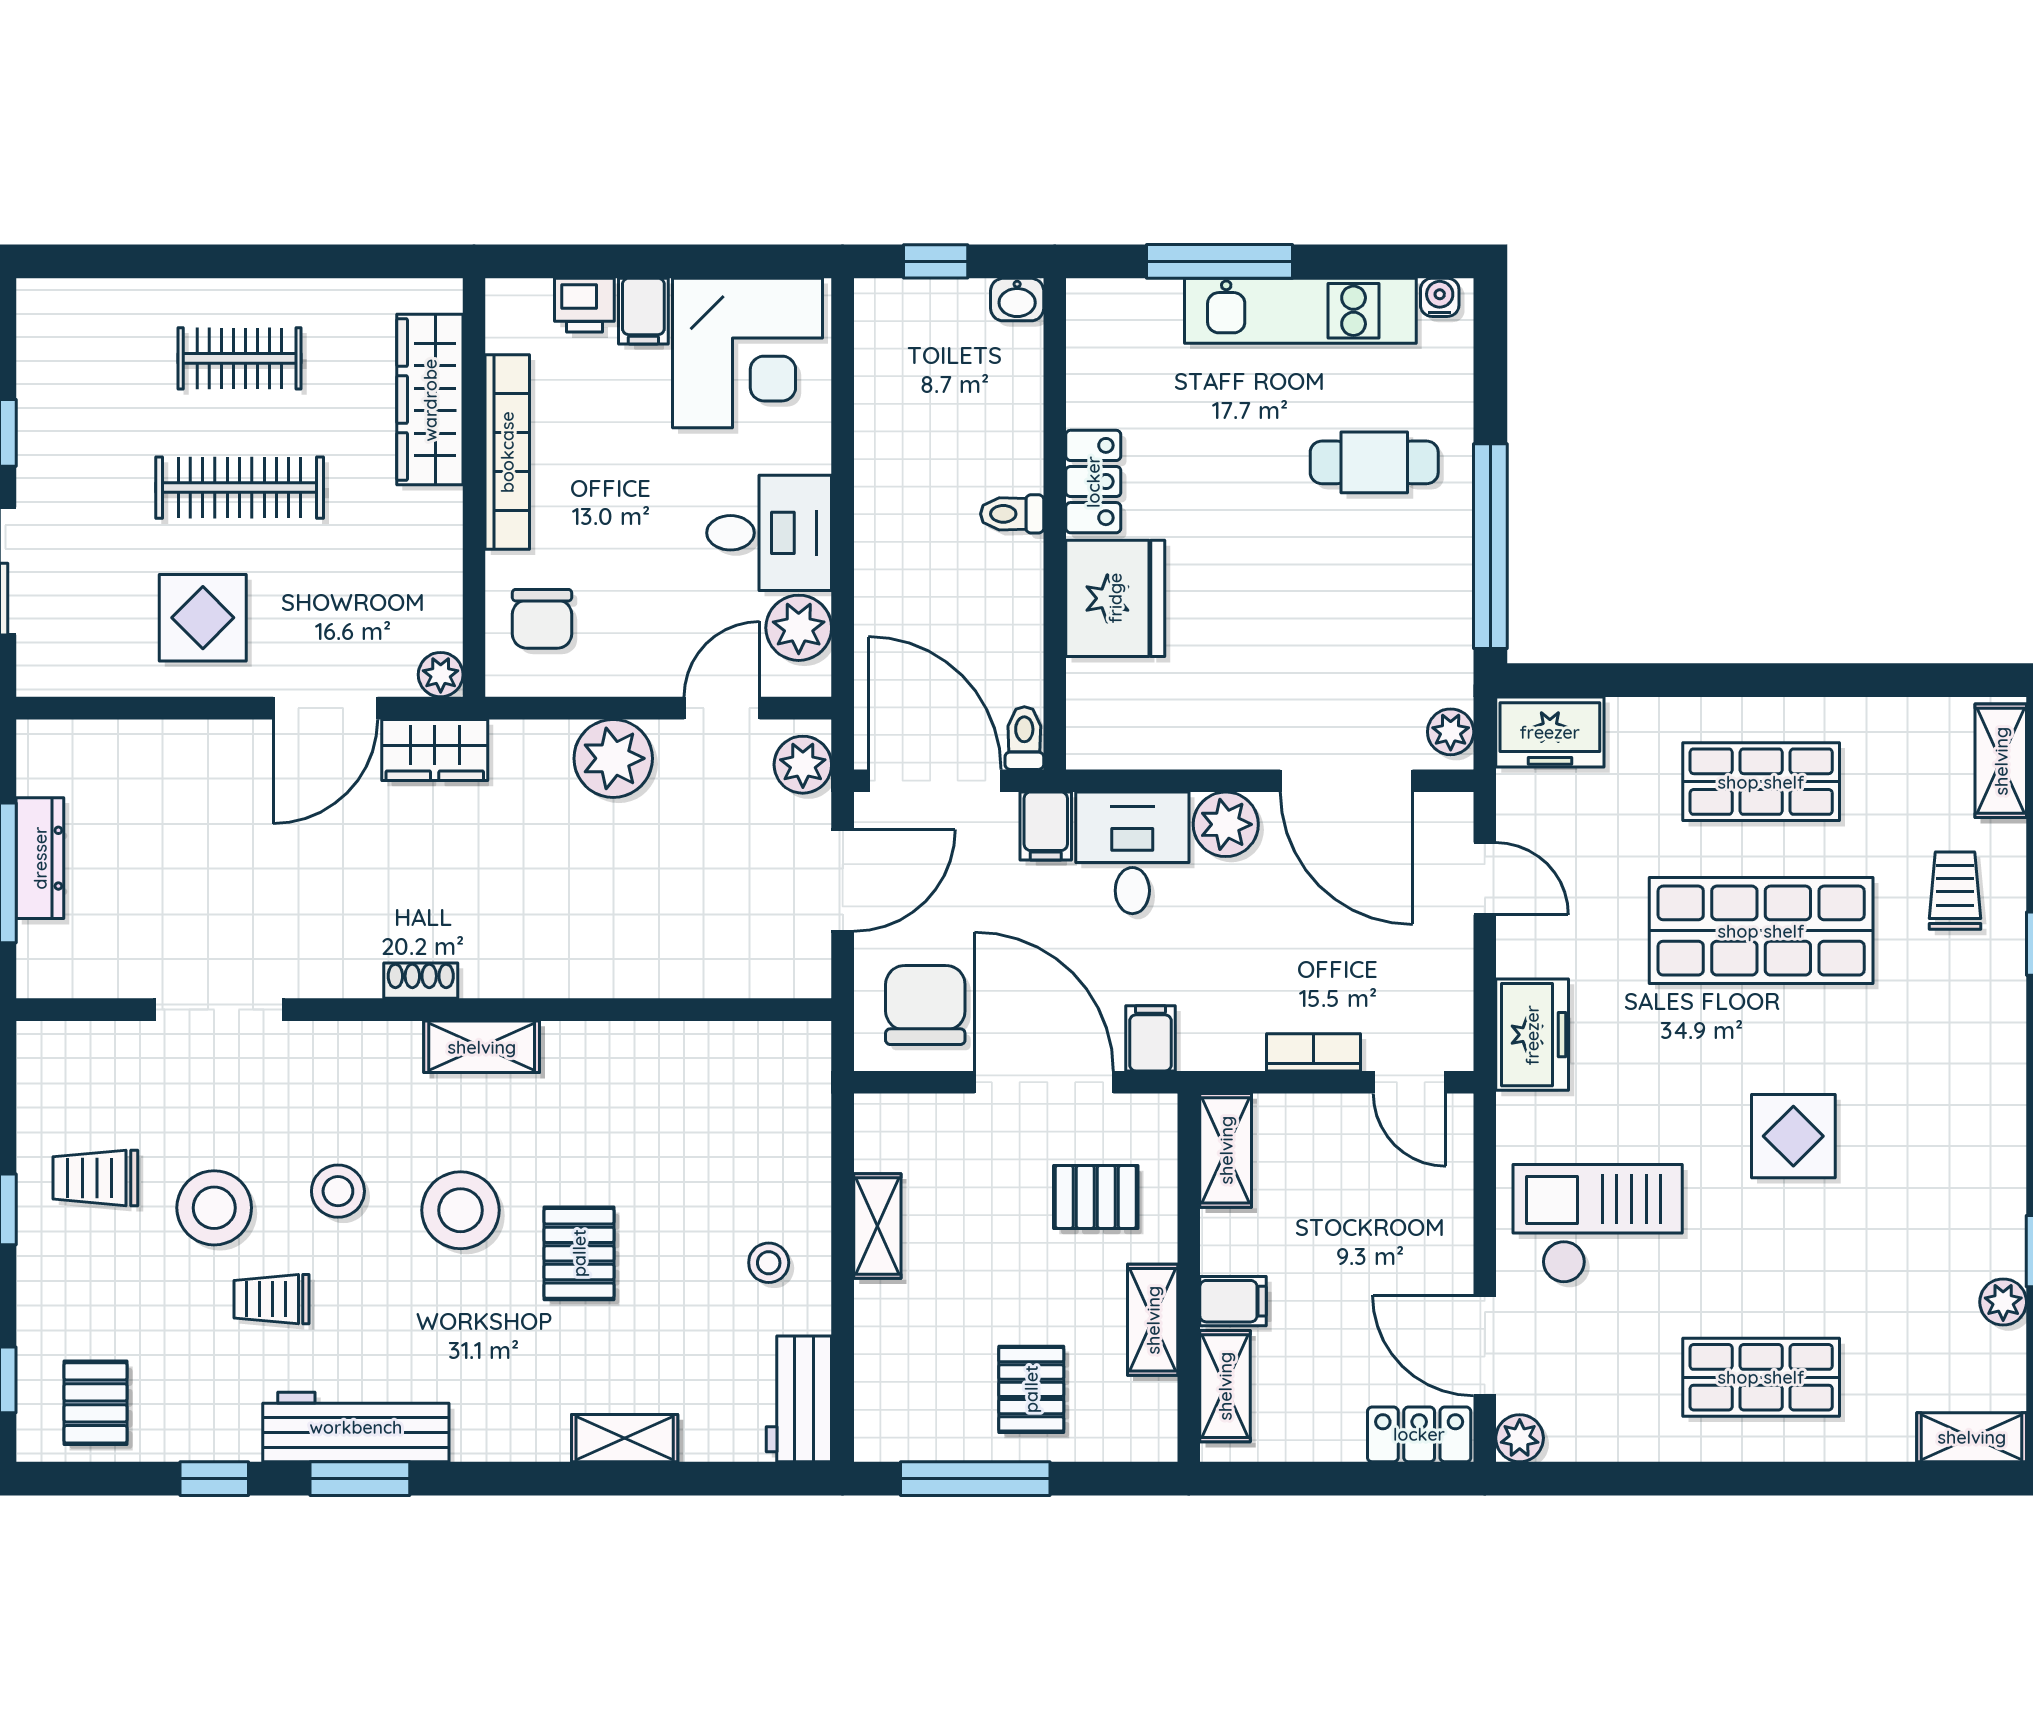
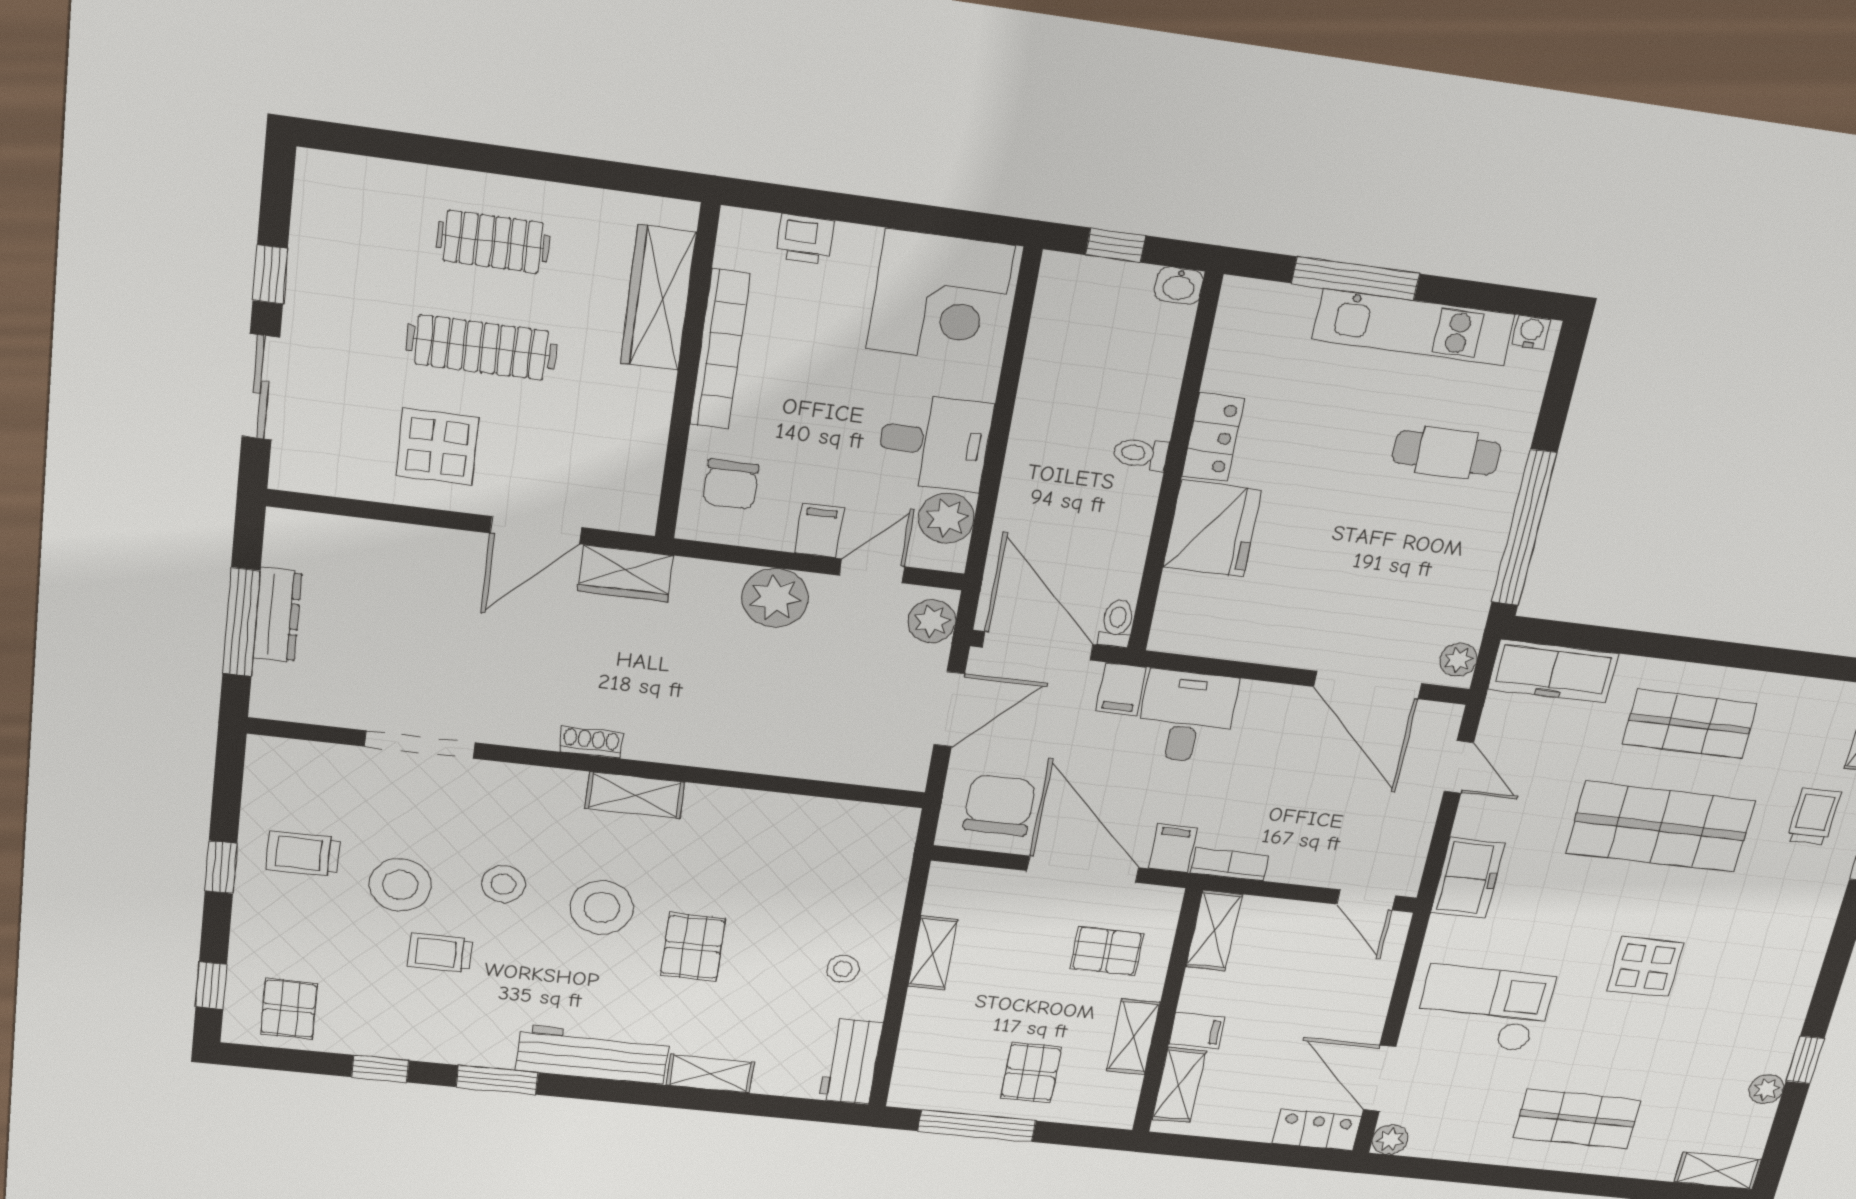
filing cabinet: (643, 311) -> (819, 531), moved, turned 180
plant: (441, 675) -> (638, 517), removed
freezer: (1550, 732) -> (1553, 671), width x1.40
plant: (1226, 824) -> (1265, 705), removed
bookcase: (1314, 1052) -> (1230, 864), moved
workbench: (356, 1427) -> (593, 1055), moved

